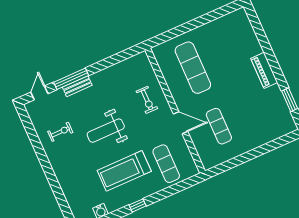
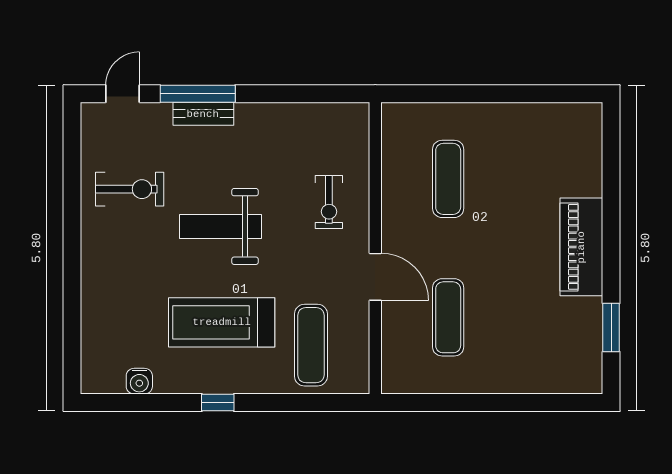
exercise mat: (193, 68) -> (448, 179), width x0.73, depth x0.69
piano: (264, 70) -> (581, 247), width x1.37, depth x1.33
exercise bike: (60, 132) -> (130, 189), width x1.38, depth x1.39

